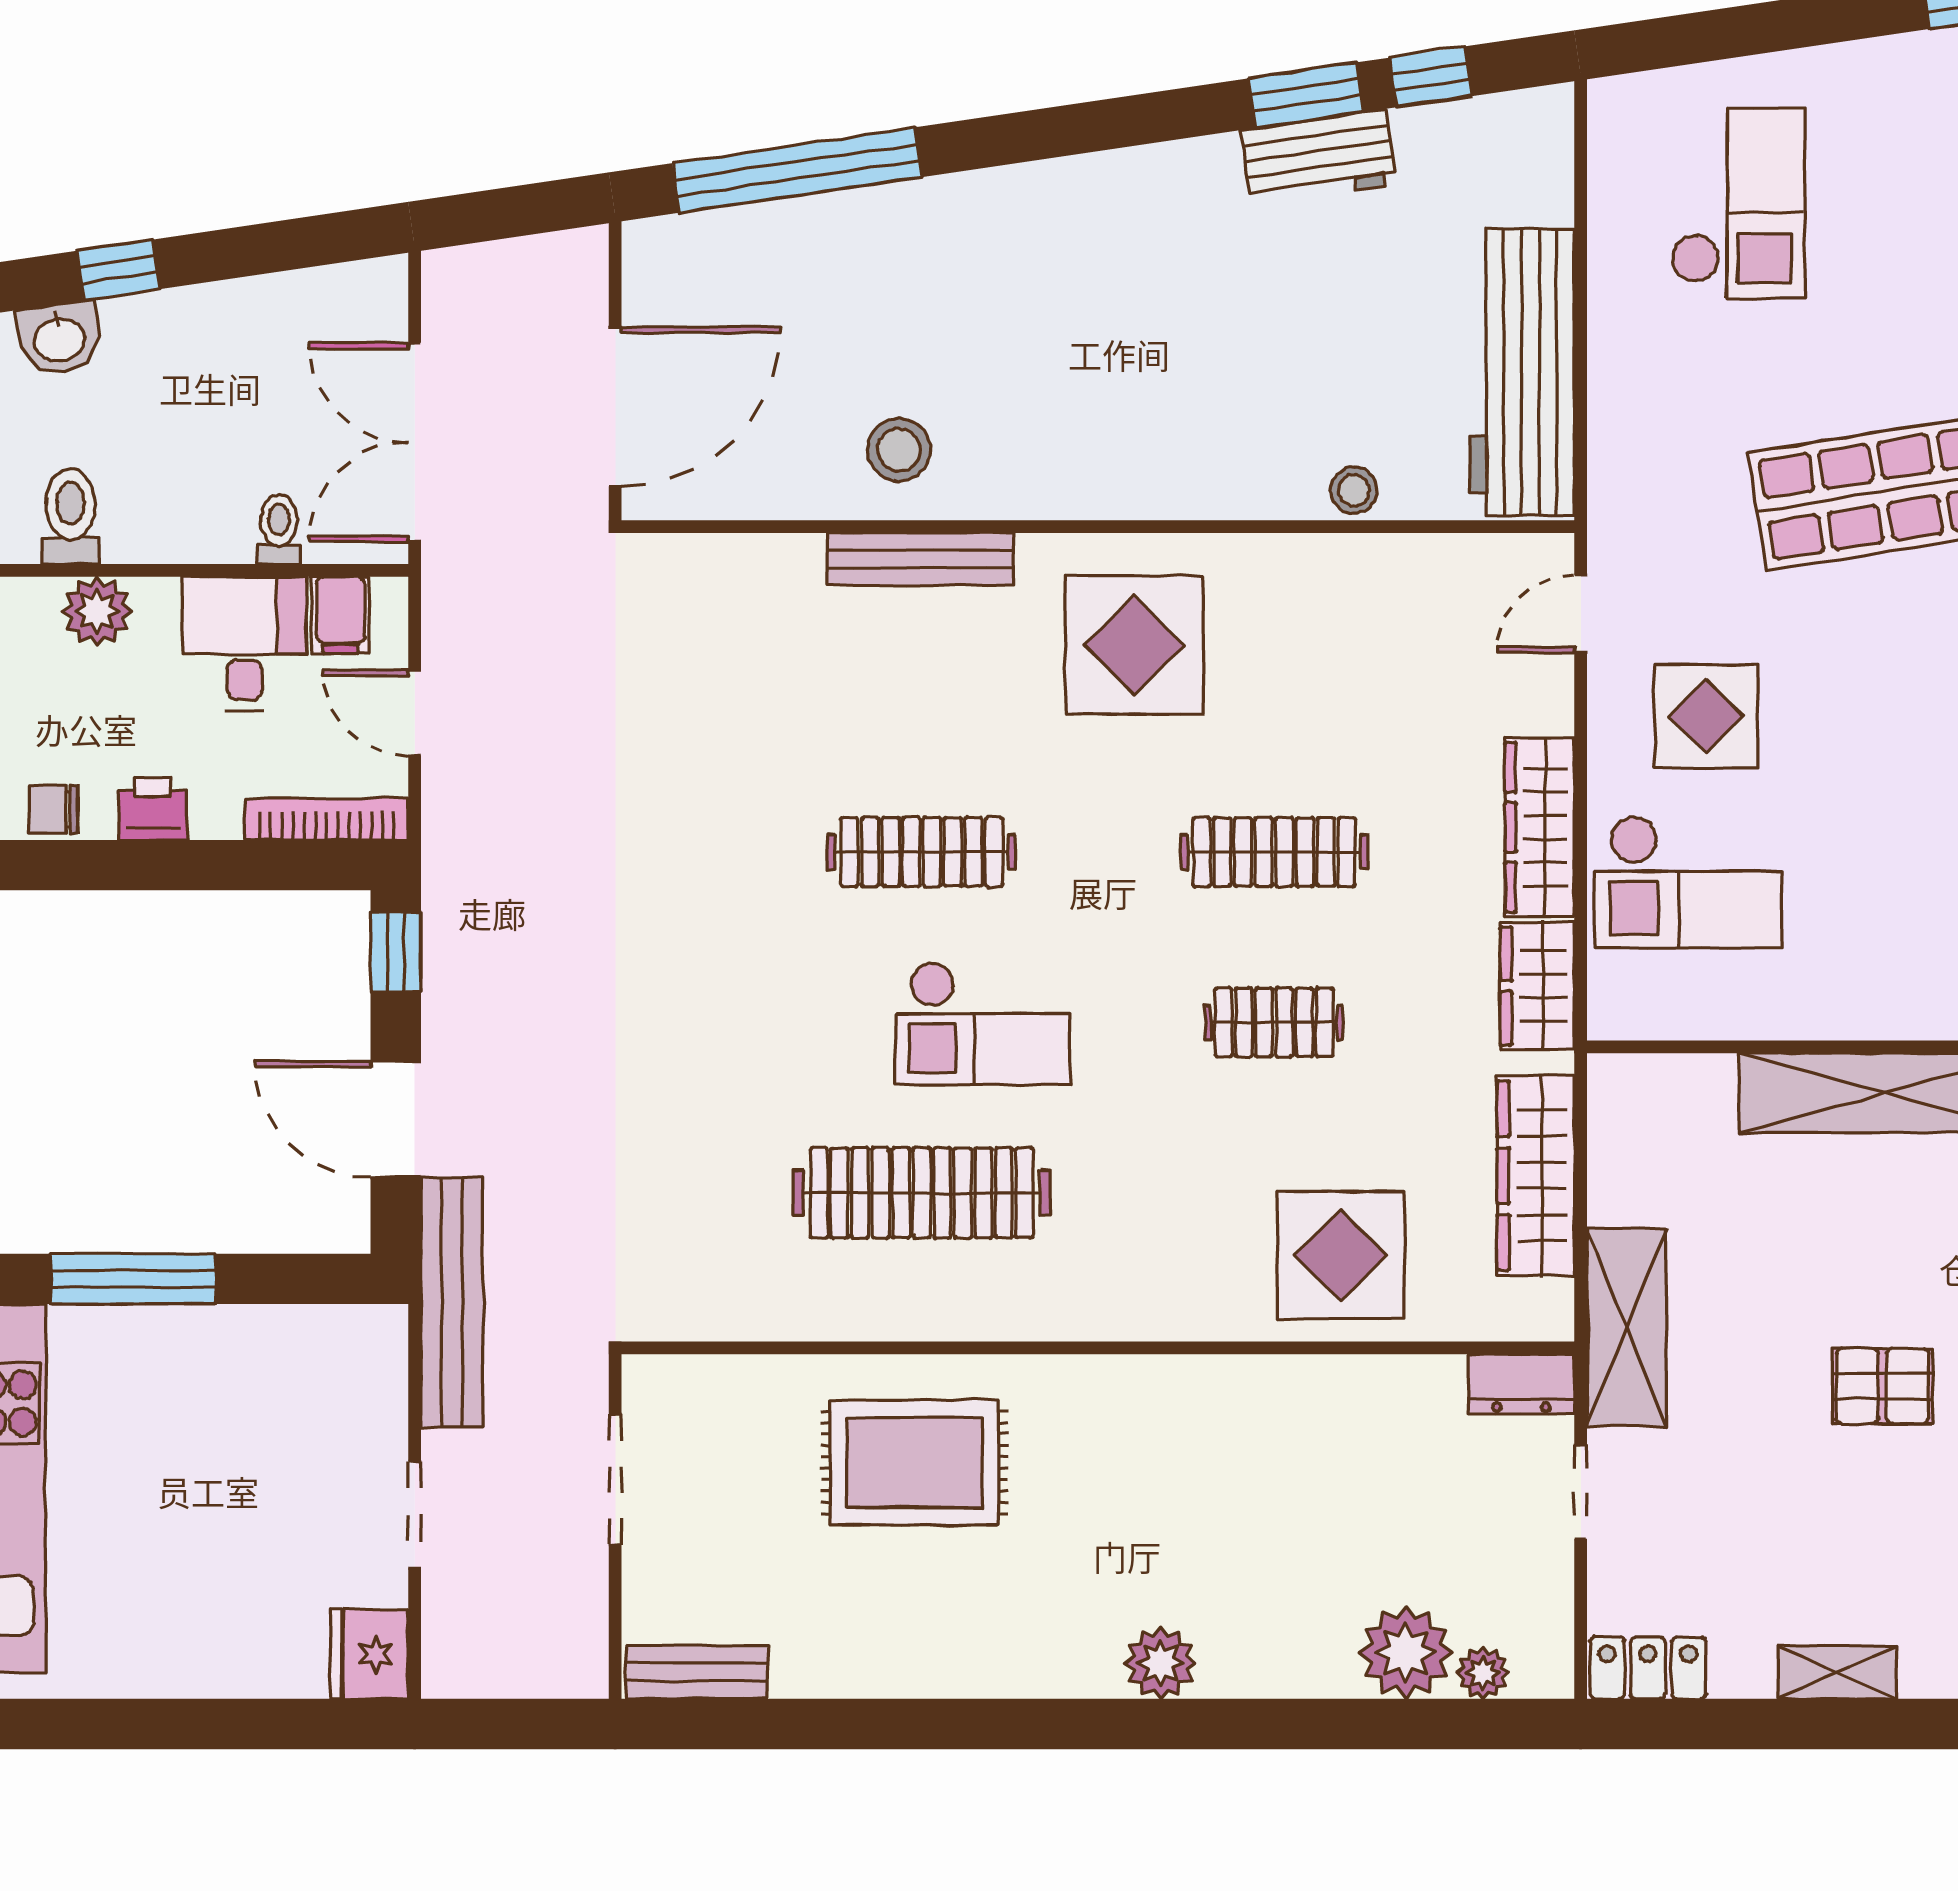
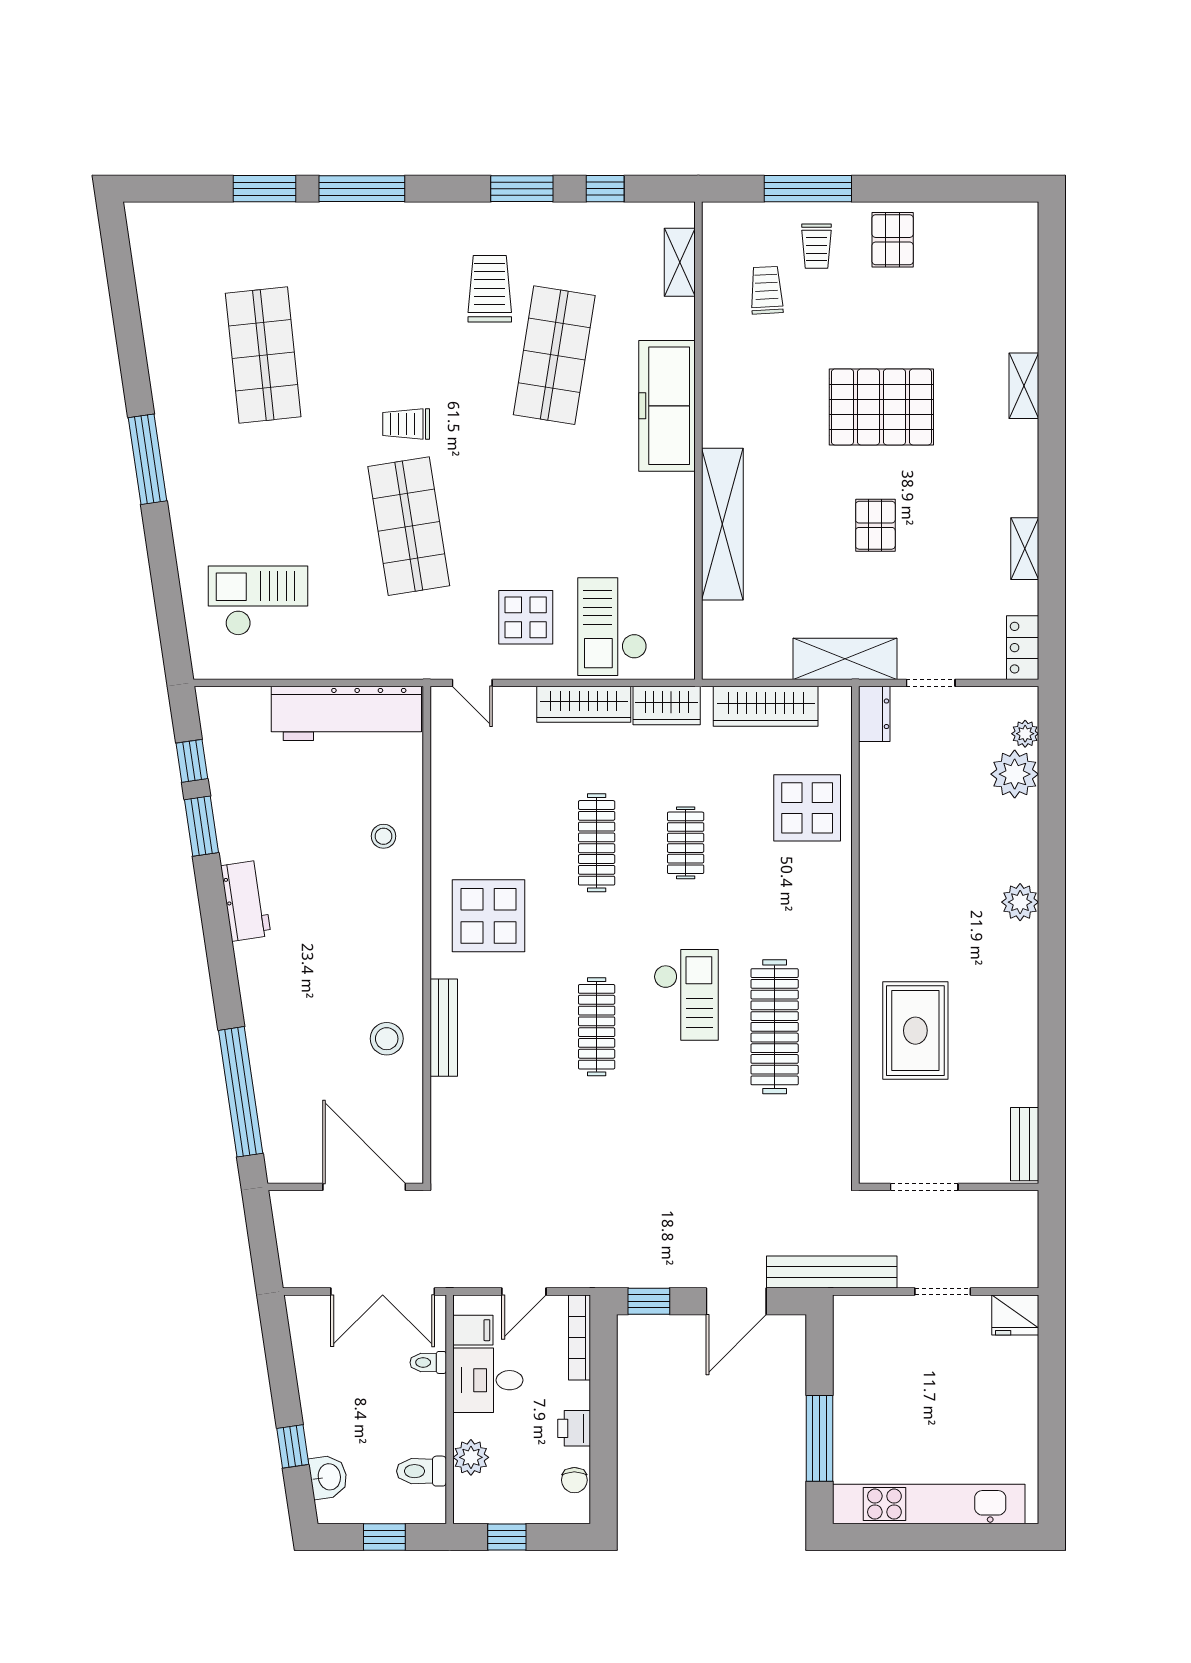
workbench: (1319, 157) -> (246, 901), moved
stool: (1354, 490) -> (384, 836), moved
checkout: (1688, 882) -> (612, 627), turned 180

